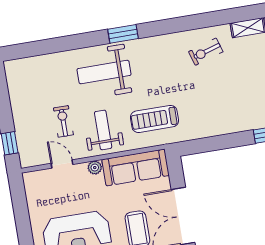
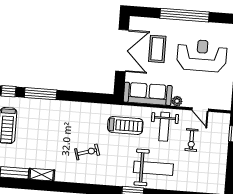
exercise bike: (206, 52) -> (87, 152), moved

